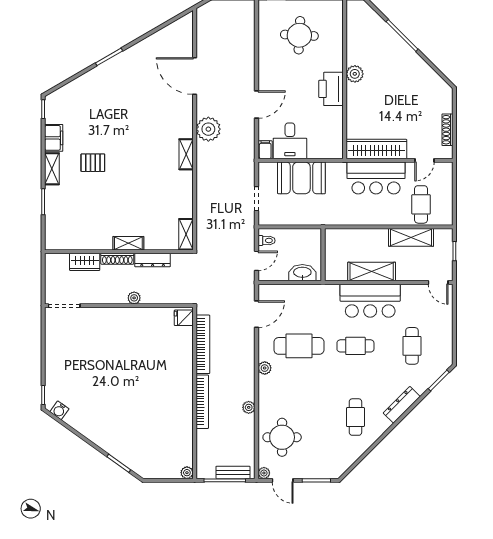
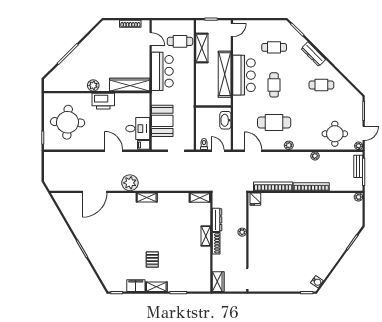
round table: (299, 35) -> (68, 122), width x1.36, depth x1.36
wardrobe: (376, 149) -> (130, 85), moved, turned 90
wardrobe: (85, 262) -> (218, 282), moved
shelving: (372, 271) -> (225, 74), width x1.47
cafe table: (299, 346) -> (274, 123), turned 90

